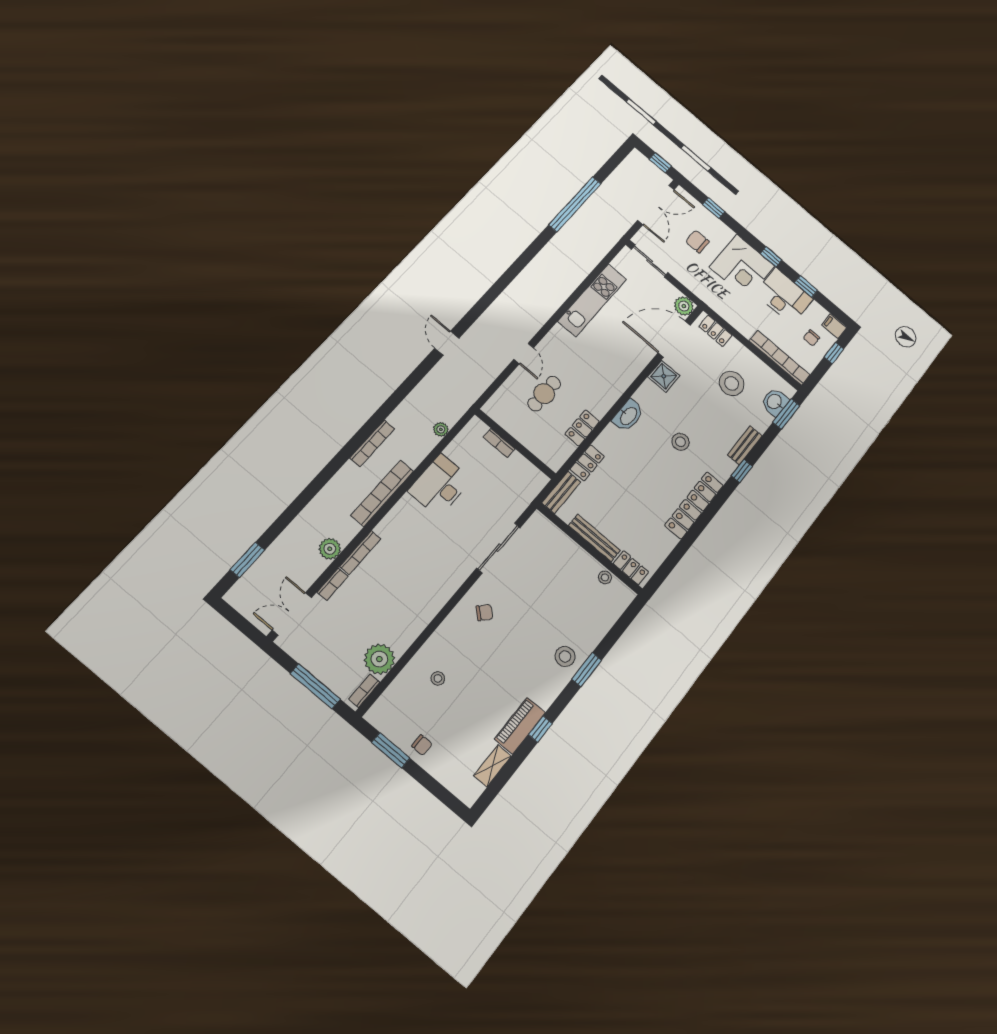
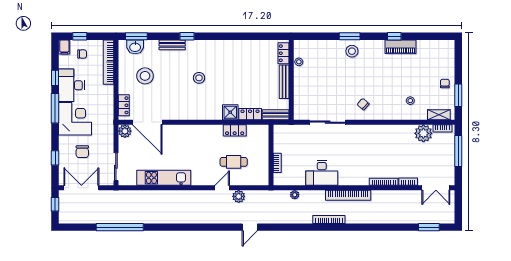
window: (771, 257) -> (55, 108), width x2.17
shower: (664, 376) -> (230, 112), moved
washbasin: (628, 416) -> (208, 113), removed
locker: (694, 505) -> (226, 47), removed
plant: (330, 549) -> (239, 196), moved
shelving: (492, 766) -> (439, 115), moved

